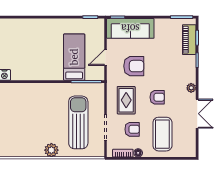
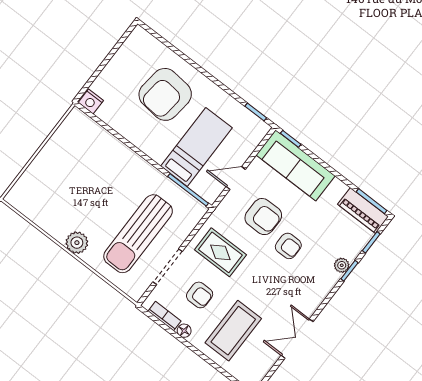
piano: (189, 40) -> (363, 211), moved, turned -90
armchair: (39, 43) -> (165, 94), added
plant: (191, 88) -> (342, 265), moved
armchair: (157, 97) -> (288, 246), moved
rug: (126, 100) -> (220, 252), turned 90
double door: (197, 114) -> (297, 339), swing flipped
sun lounger: (78, 122) -> (138, 234), turned 180

